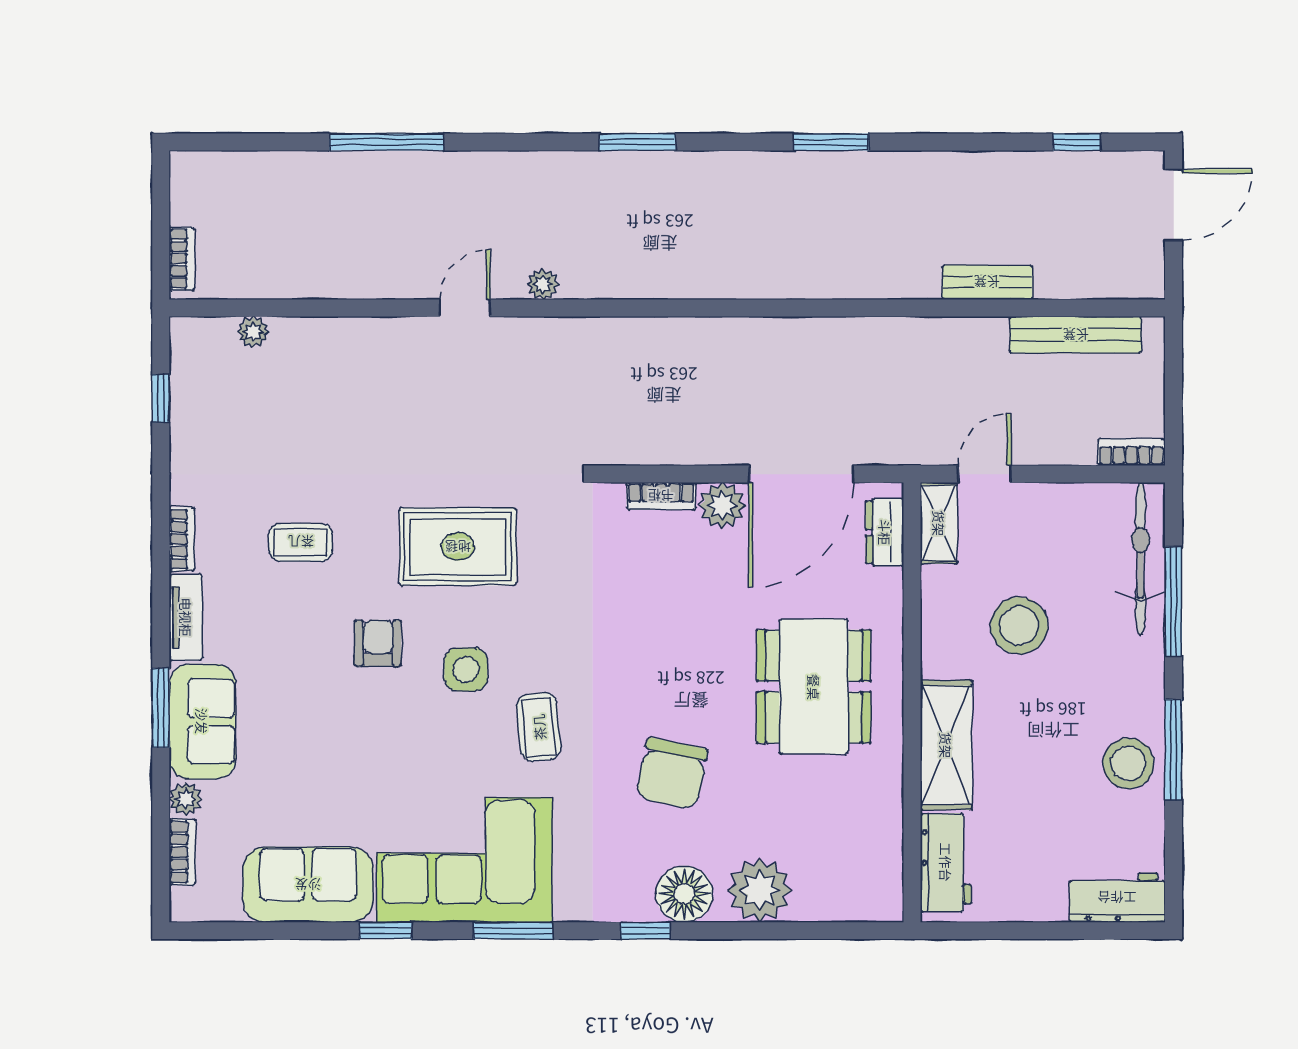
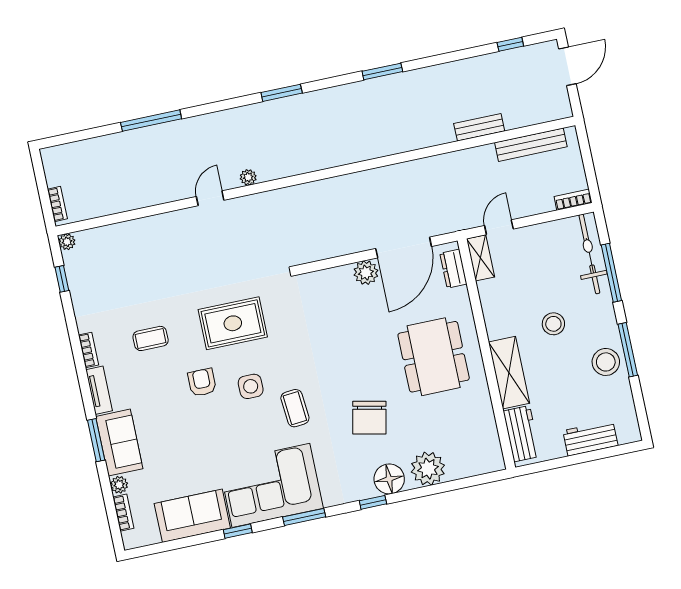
plant: (253, 332) -> (67, 242), moved
bookcase: (661, 496) -> (333, 275), removed
stool: (1019, 626) -> (553, 324), moved, width x0.73, depth x0.73
workbench: (1117, 898) -> (590, 438), moved

